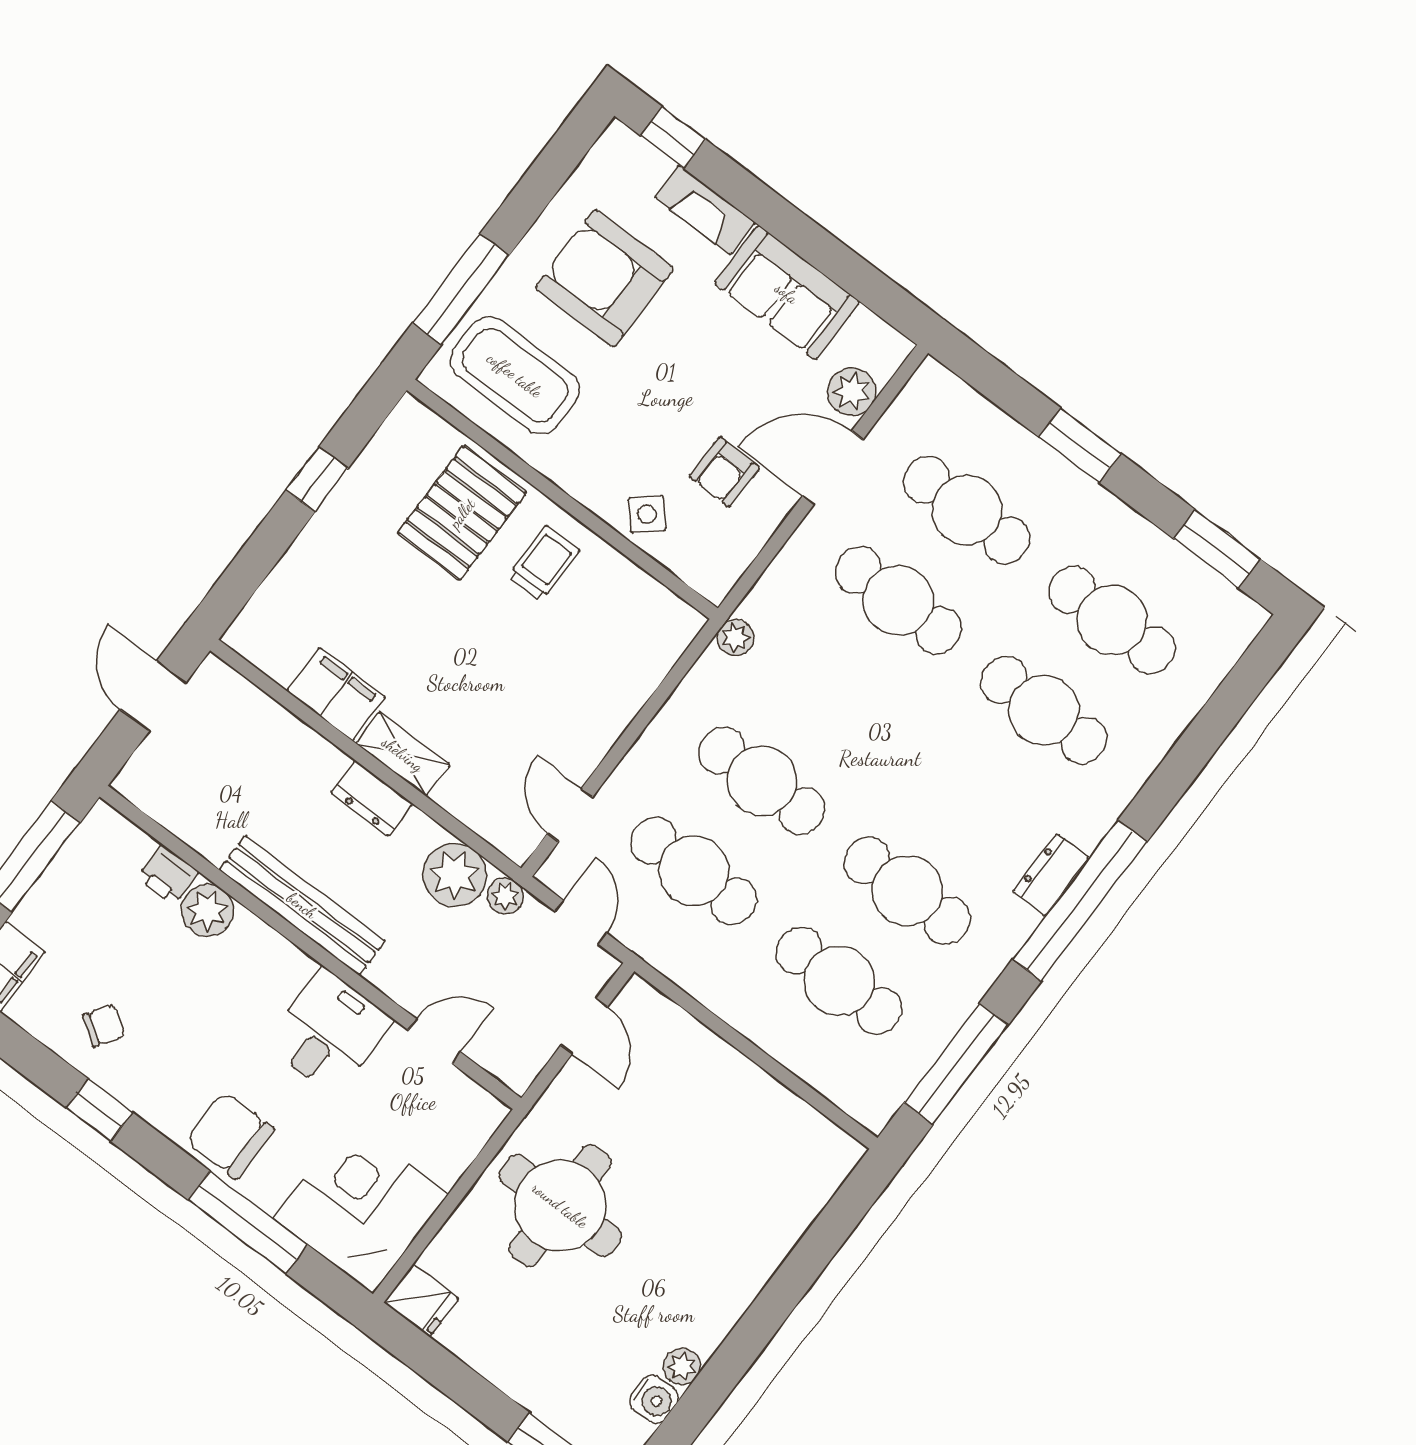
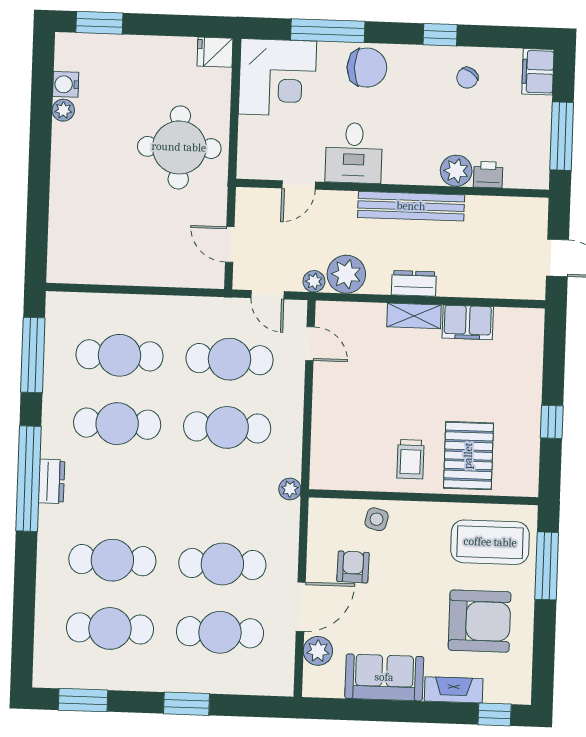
side table: (647, 514) -> (377, 519), turned -35

